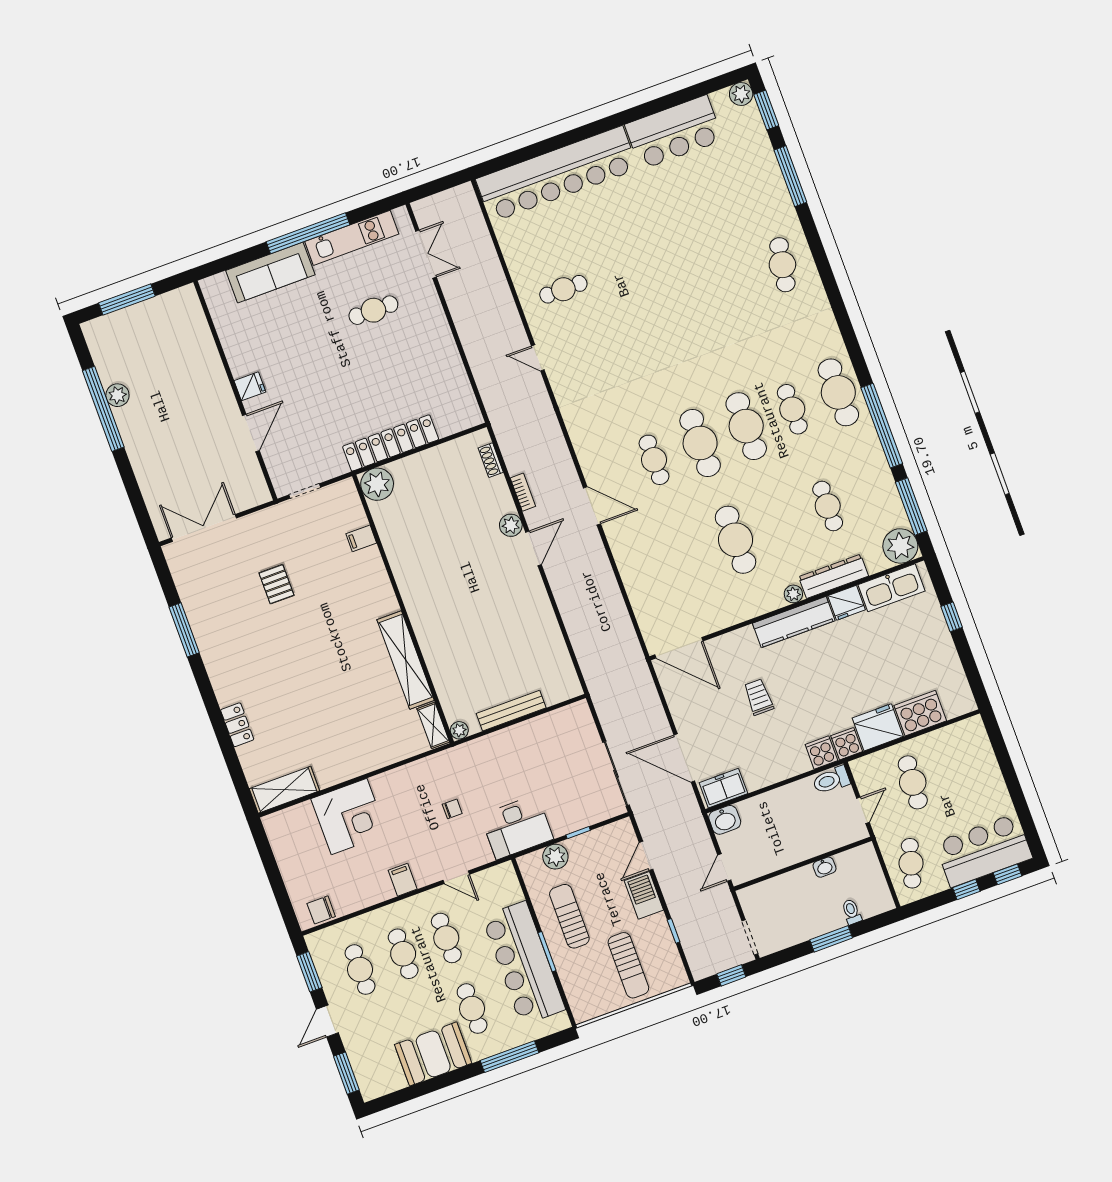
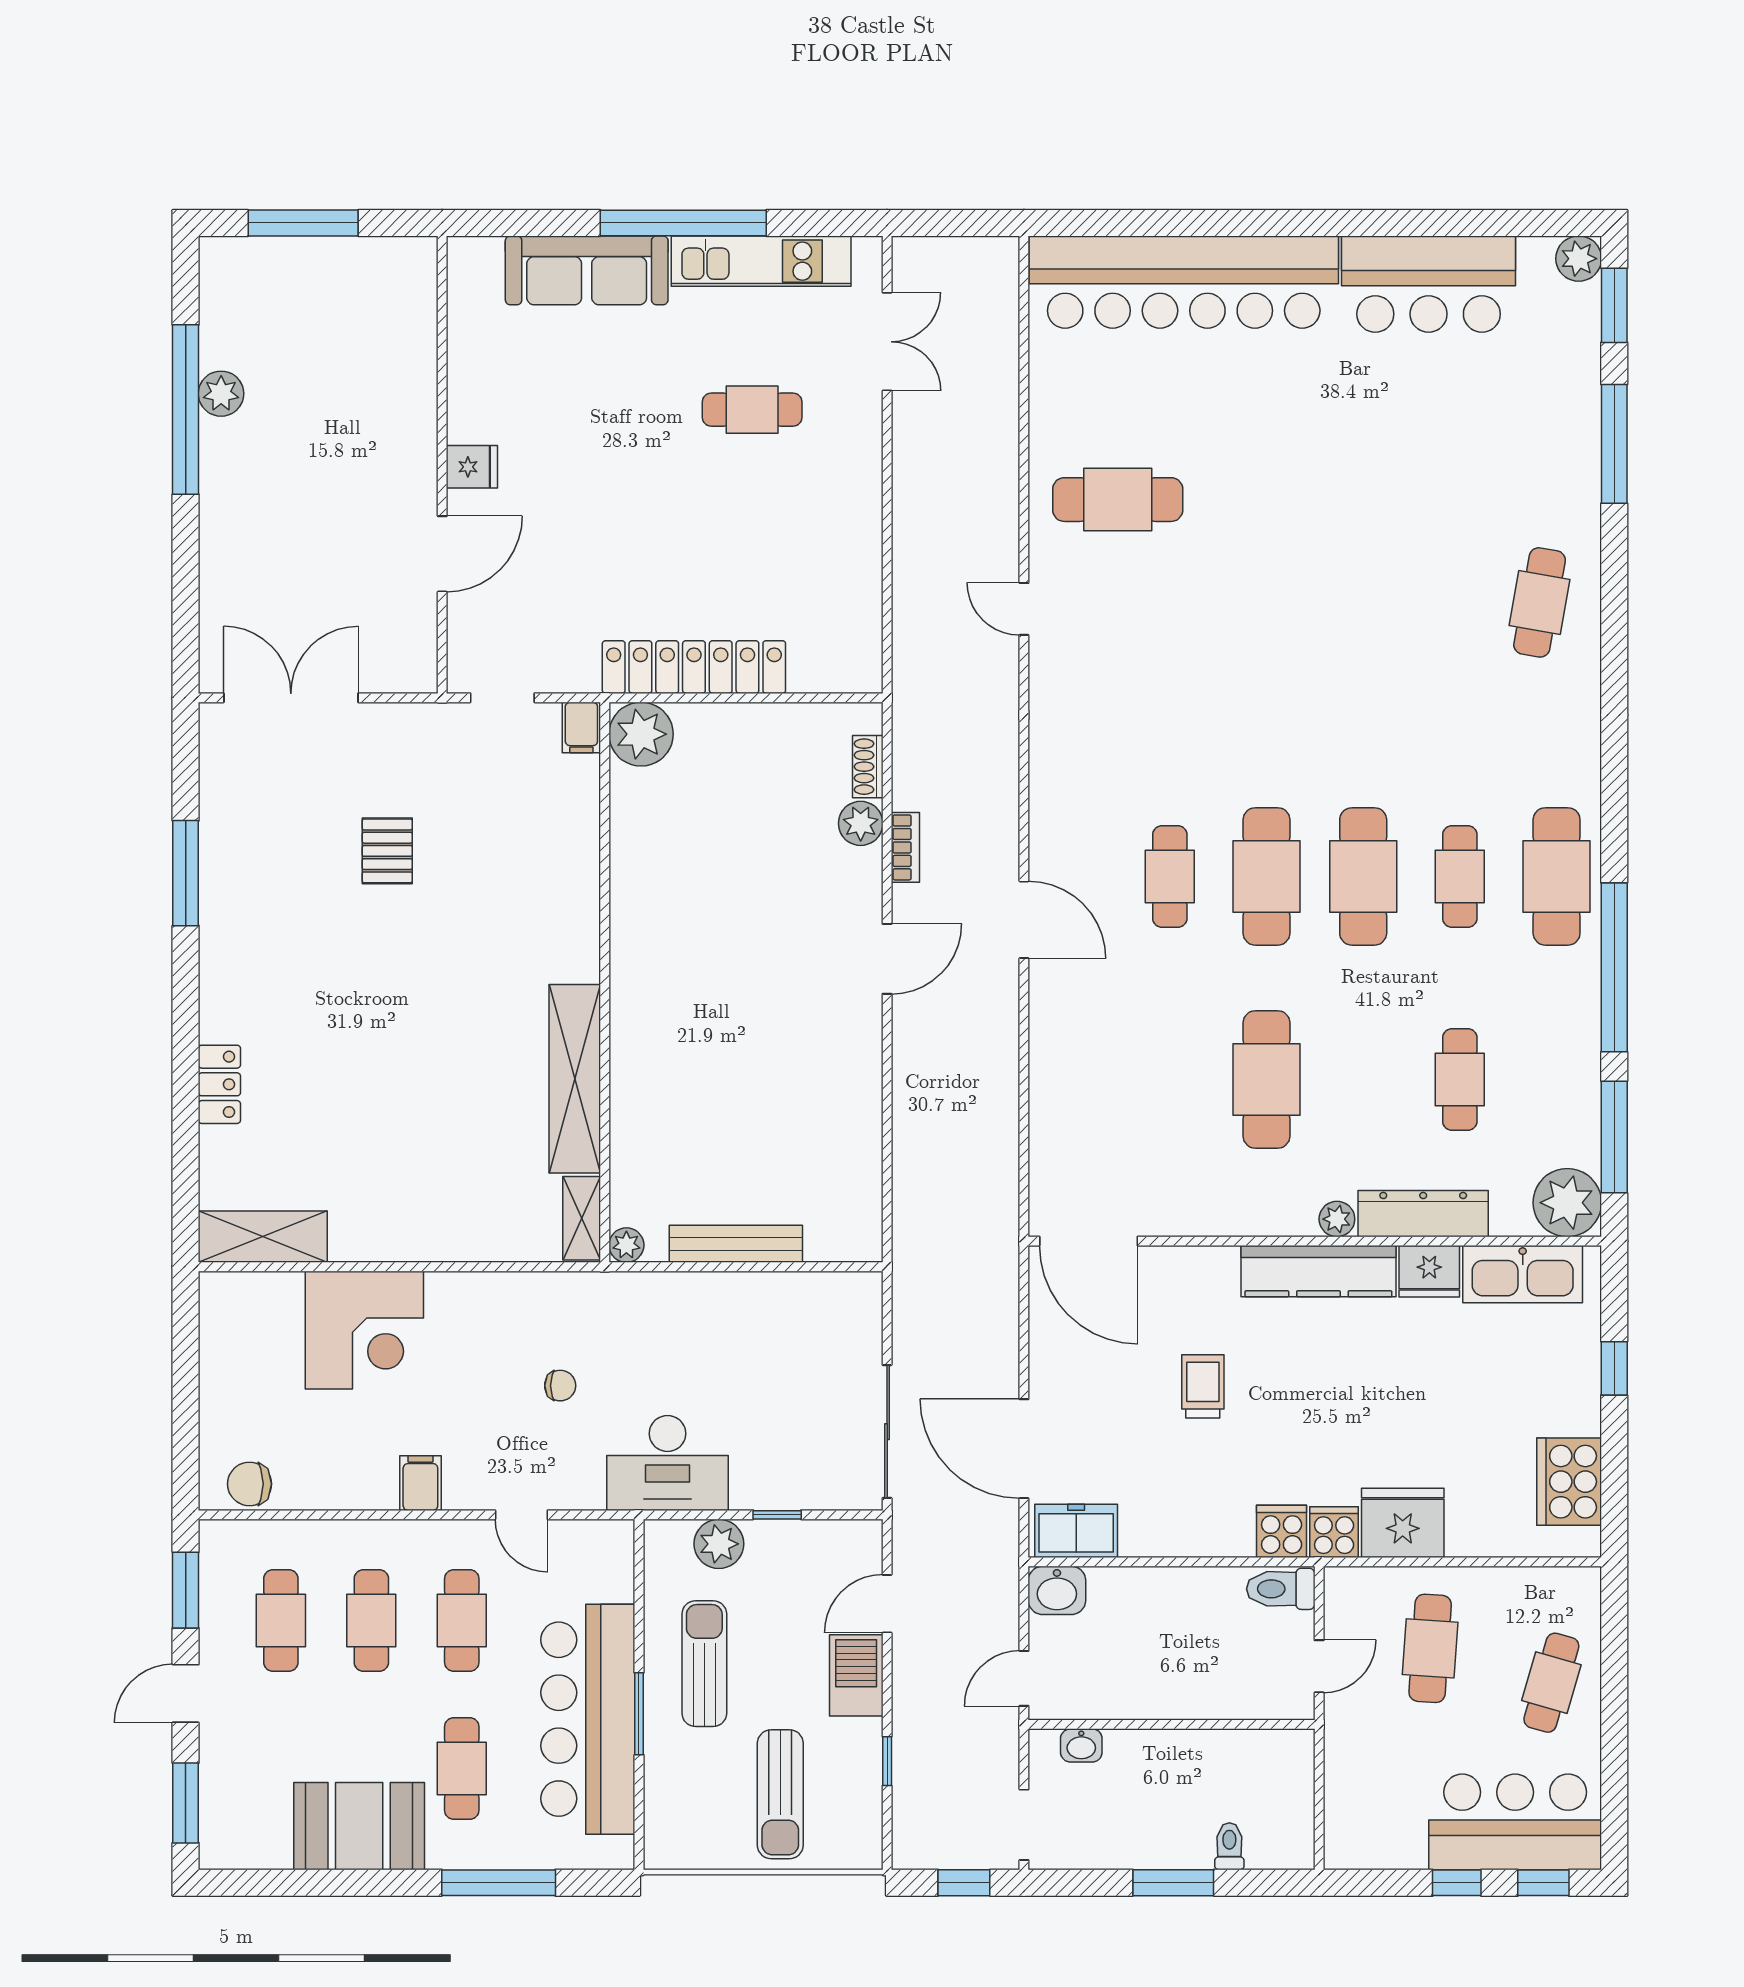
cafe table: (563, 289) -> (1118, 500), width x1.37, depth x1.35
plant: (511, 525) -> (861, 823), moved
filing cabinet: (361, 538) -> (581, 728), moved, turned -90
cooker: (920, 713) -> (1569, 1482), moved, turned -90
cafe table: (911, 863) -> (1551, 1683), moved
washbasin: (824, 867) -> (1081, 1745), moved

